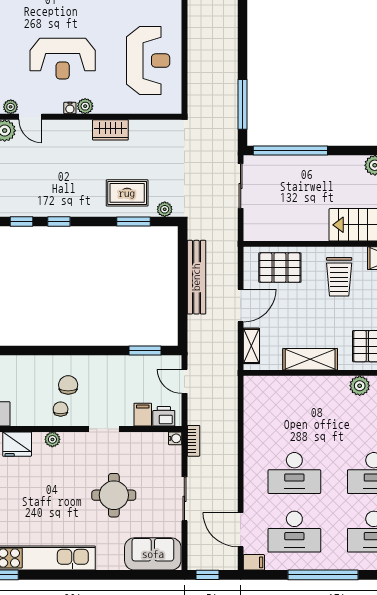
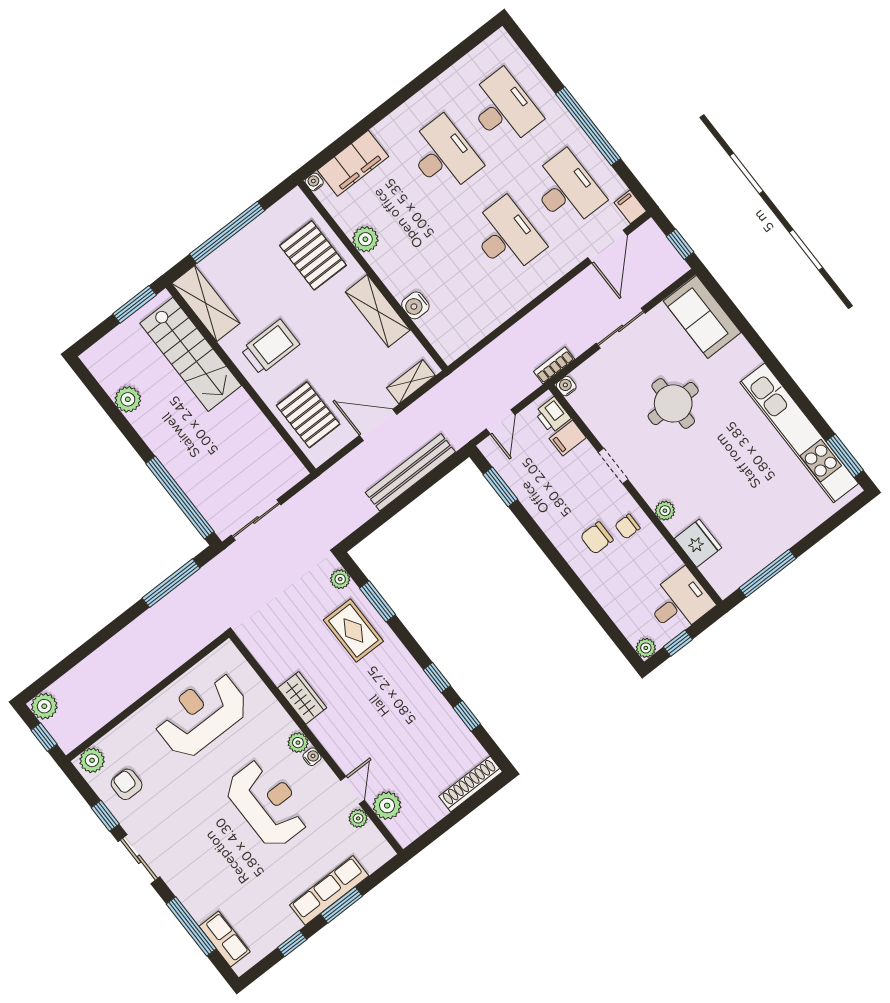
bench: (196, 277) -> (410, 472), moved
water cooler: (296, 385) -> (415, 305), added

